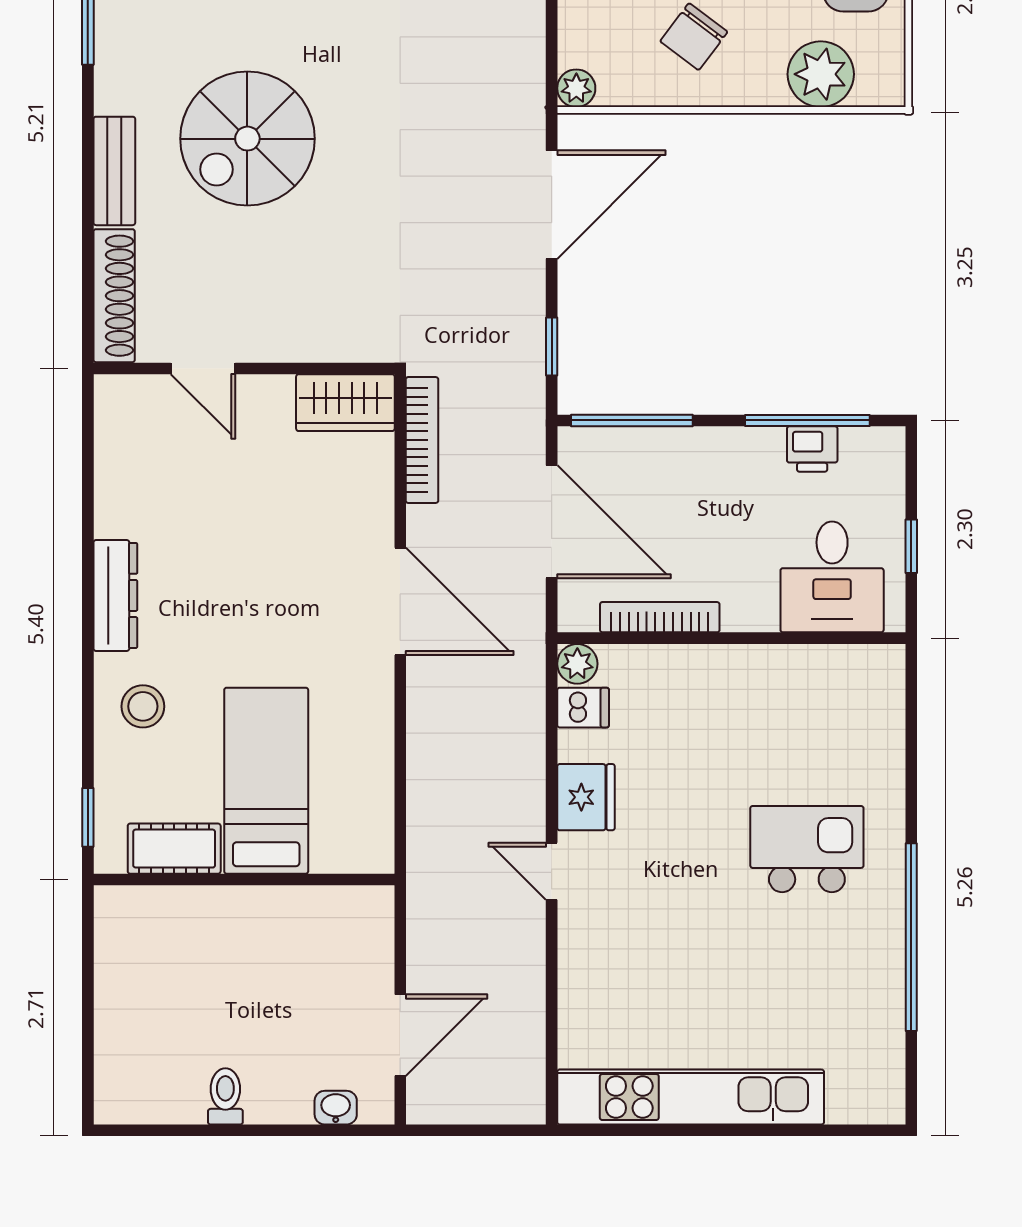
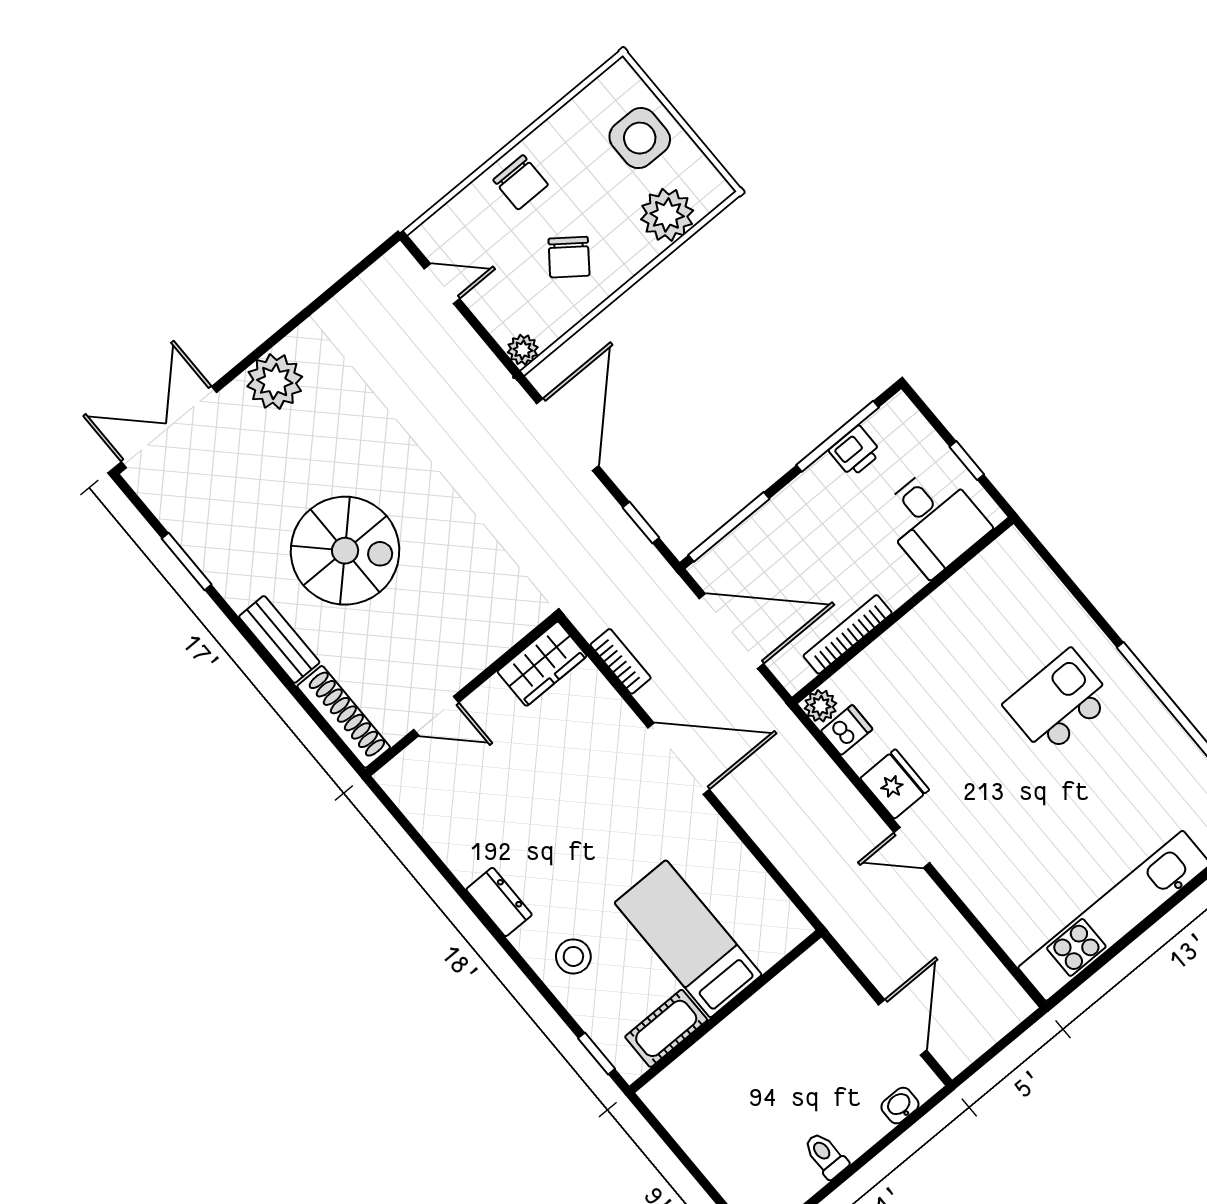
spiral stairs: (247, 139) -> (345, 551), turned -90
bookcase: (422, 440) -> (621, 661), width x0.64
dresser: (115, 595) -> (499, 902), width x0.70

